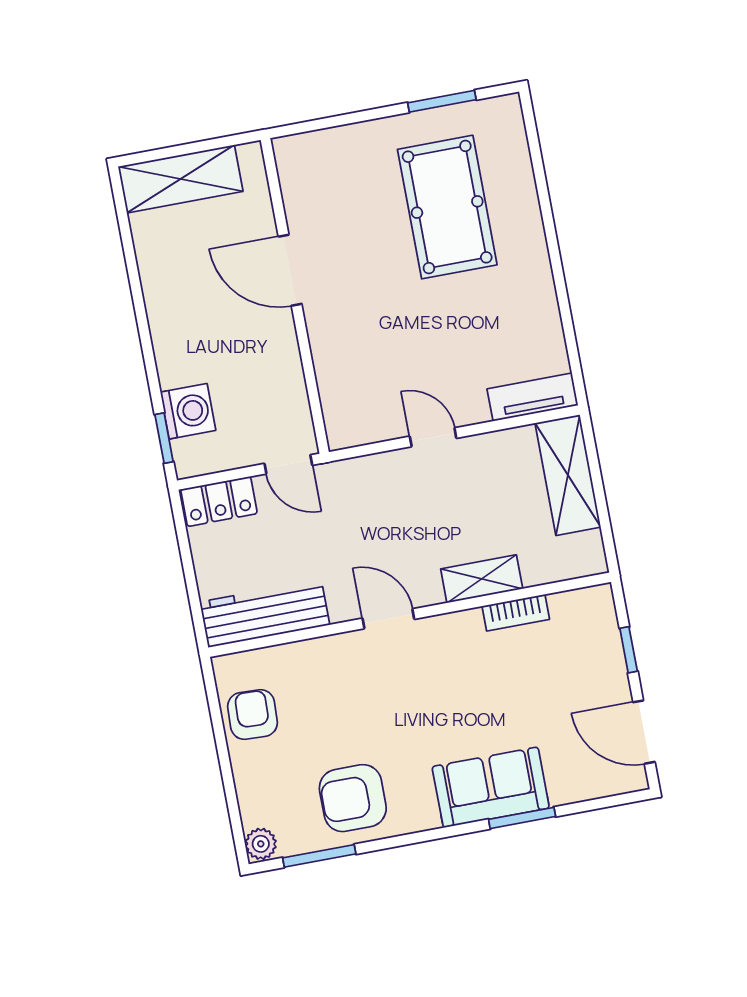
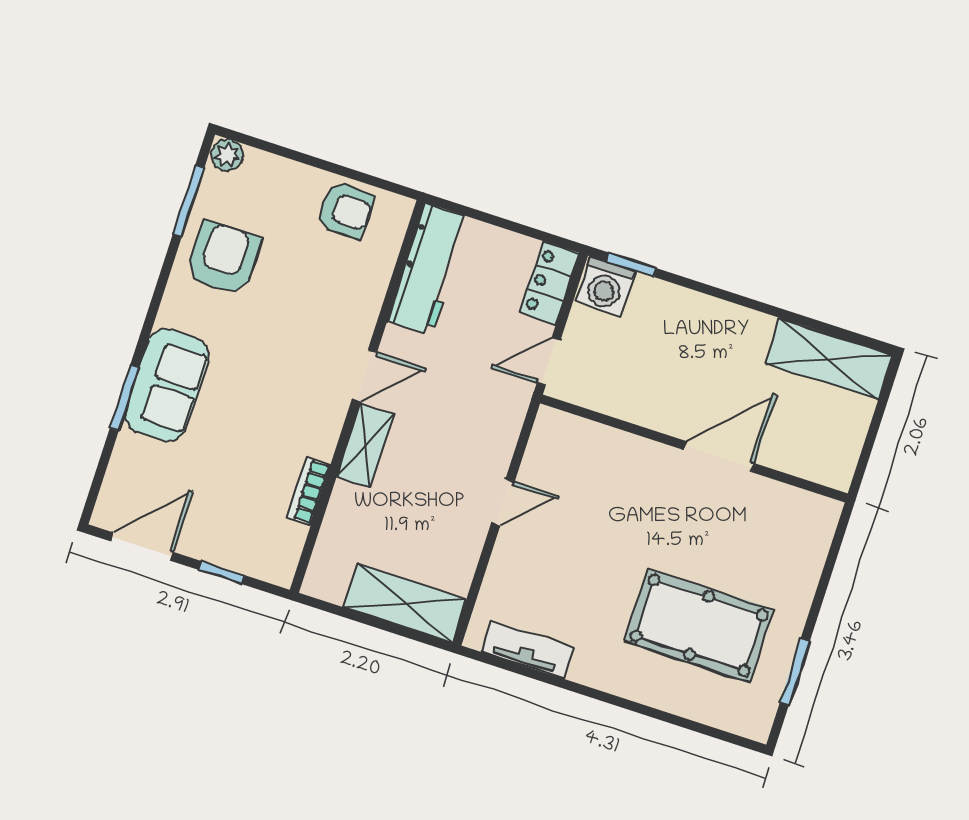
shelving: (181, 179) -> (829, 359), moved, turned 90
tv unit: (533, 397) -> (527, 649), moved, turned -90
washing machine: (188, 411) -> (605, 286), moved
shelving: (482, 579) -> (365, 445), moved

